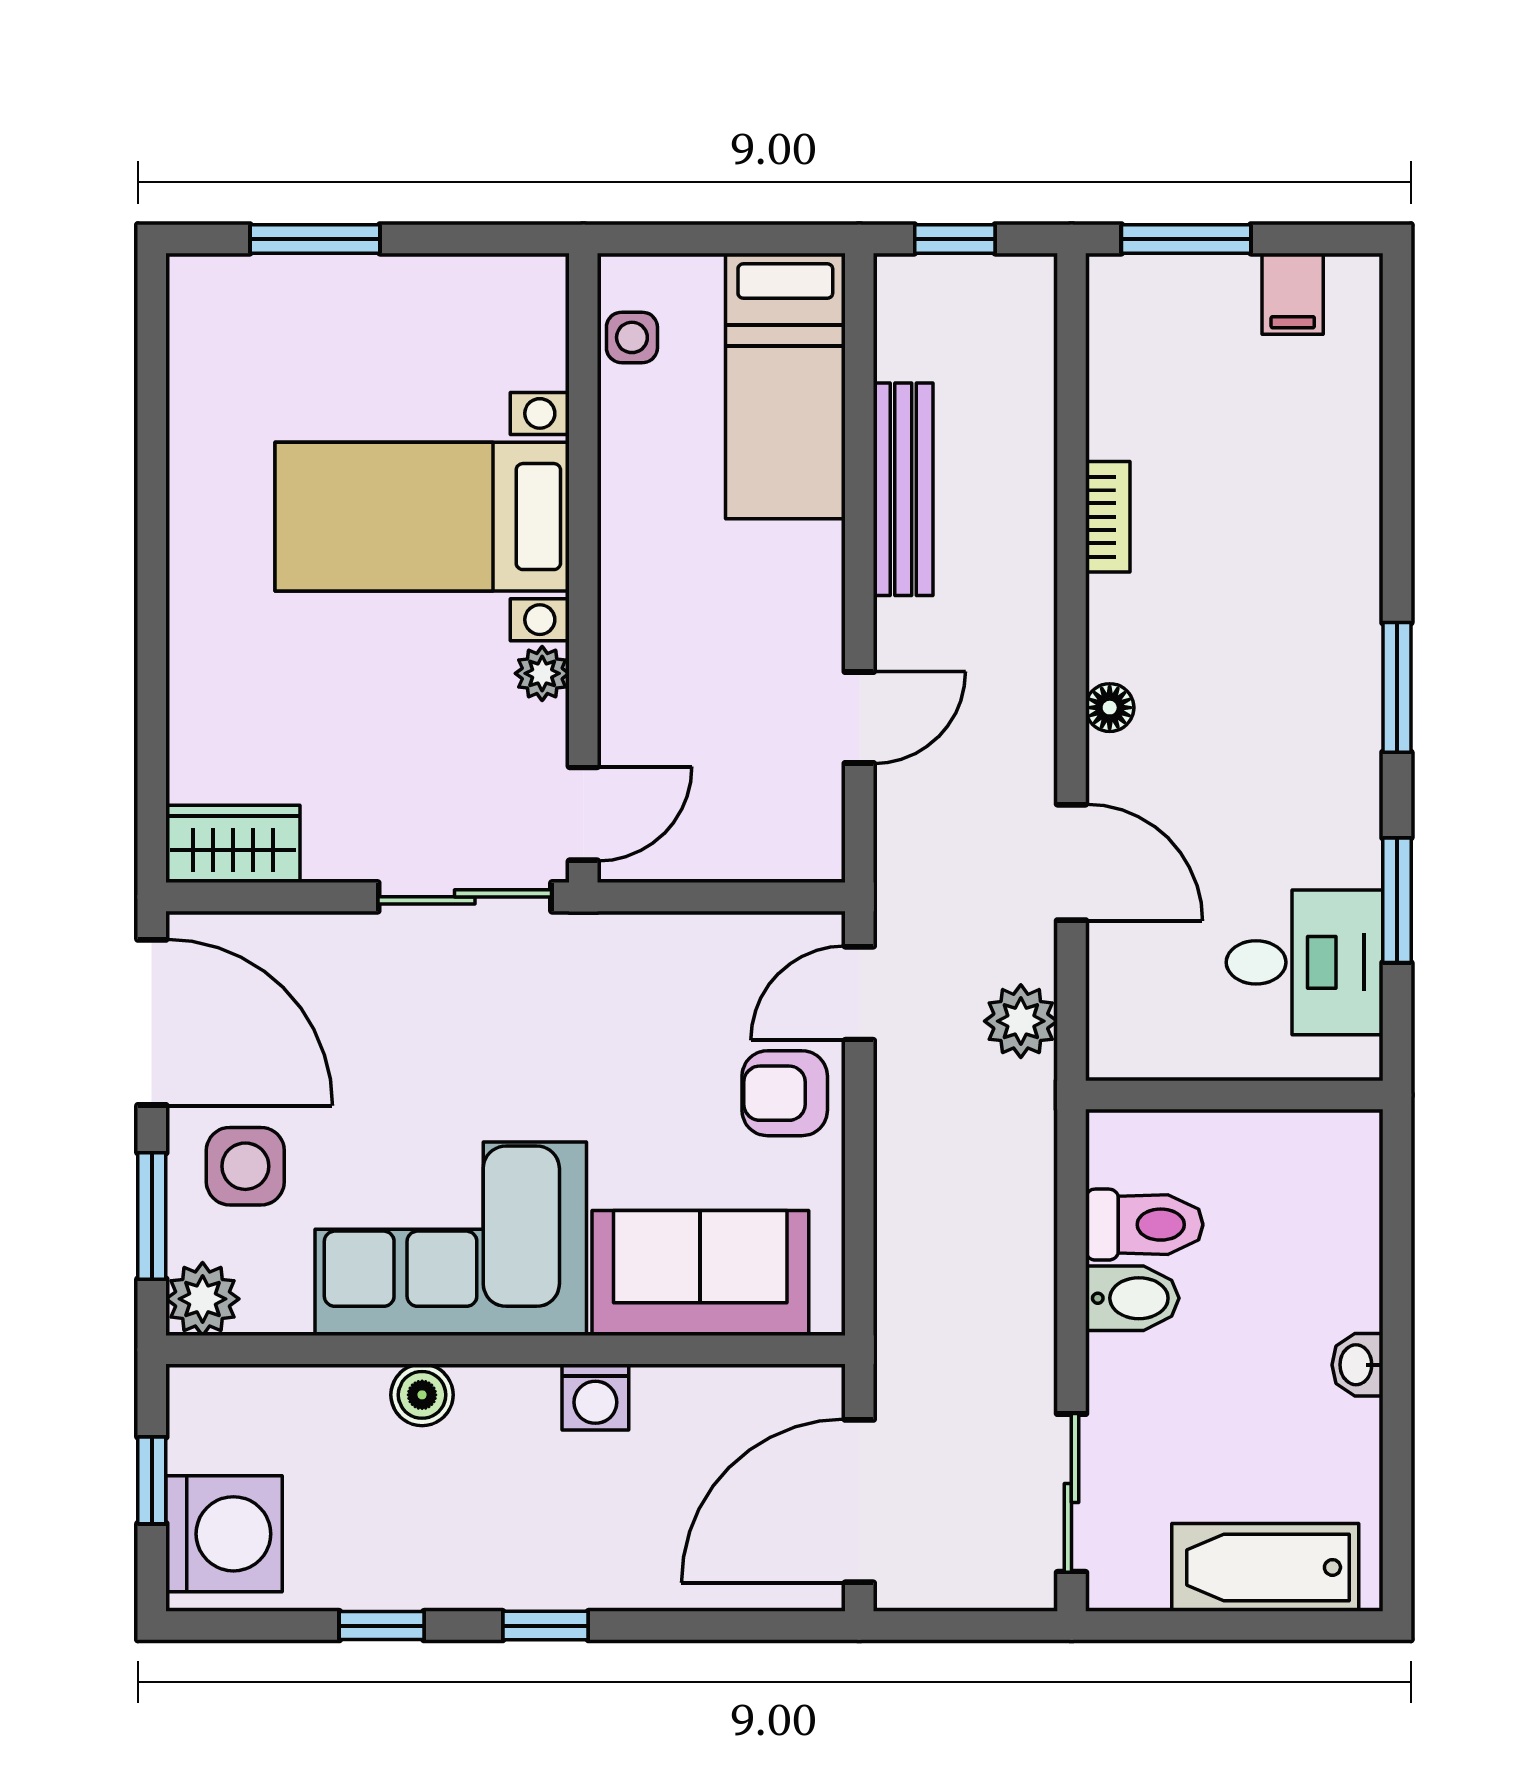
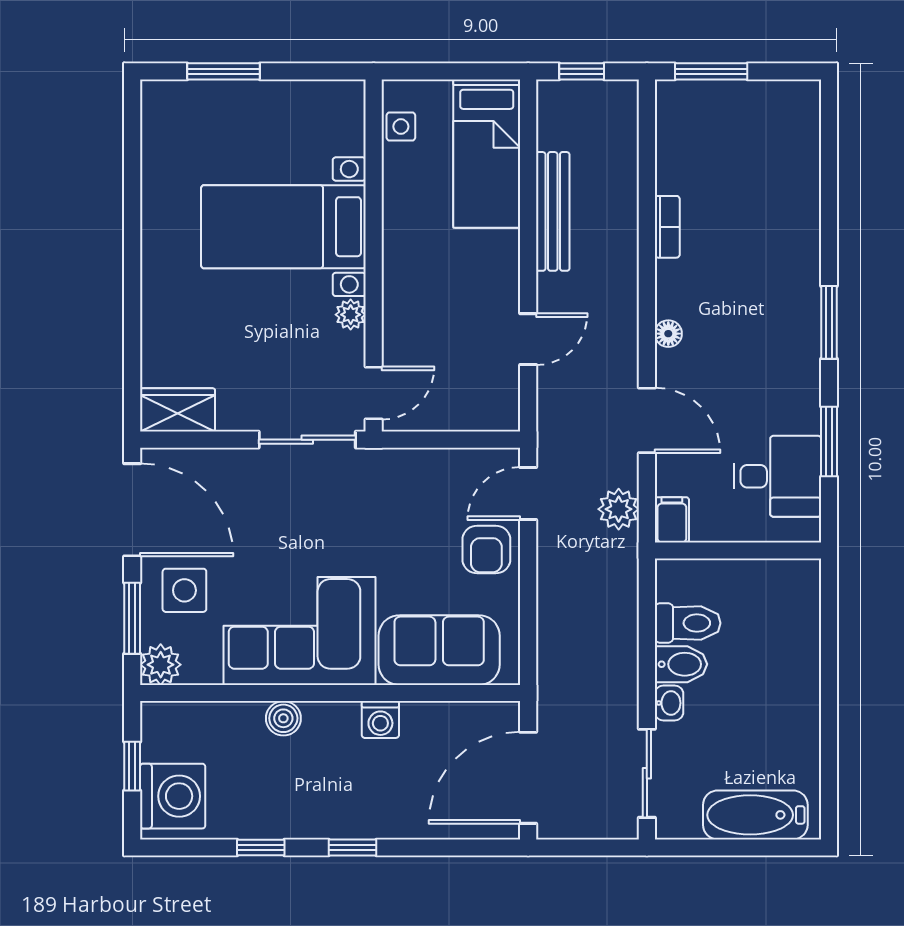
filing cabinet: (1293, 294) -> (672, 520), moved, turned 180
armchair: (785, 1093) -> (486, 549), turned -90
washbasin: (1357, 1365) -> (669, 703), moved, turned 180

